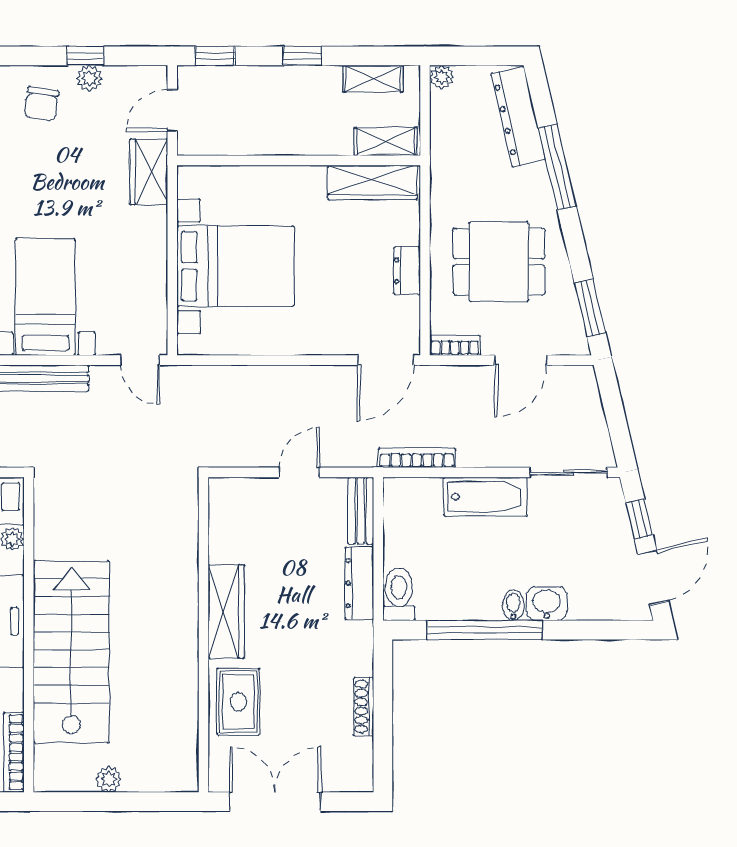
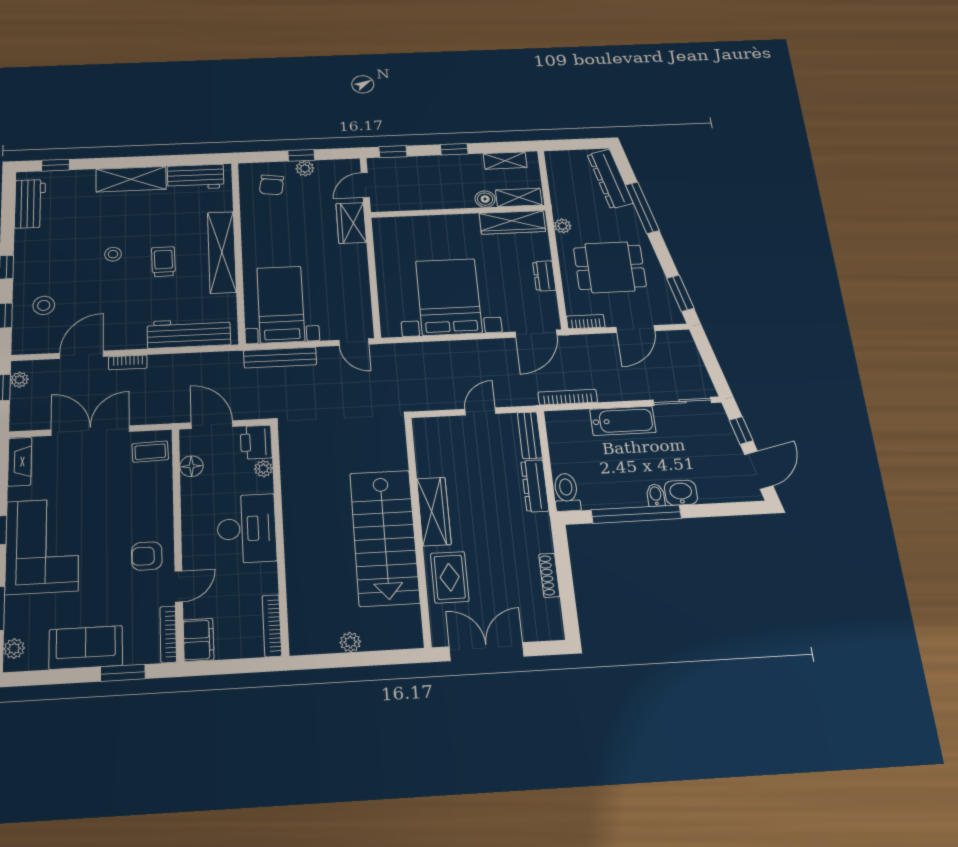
plant: (442, 77) -> (563, 226), moved
boiler: (338, 142) -> (485, 199), added
bed with nightstands: (235, 266) -> (449, 297), moved, turned -90
stairs: (71, 652) -> (385, 537), moved, turned 180

